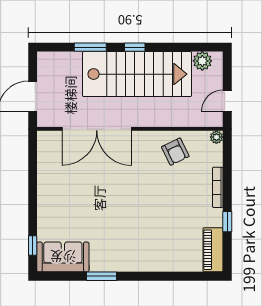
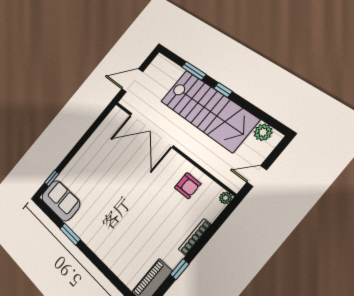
armchair: (175, 152) -> (188, 186), turned -64

